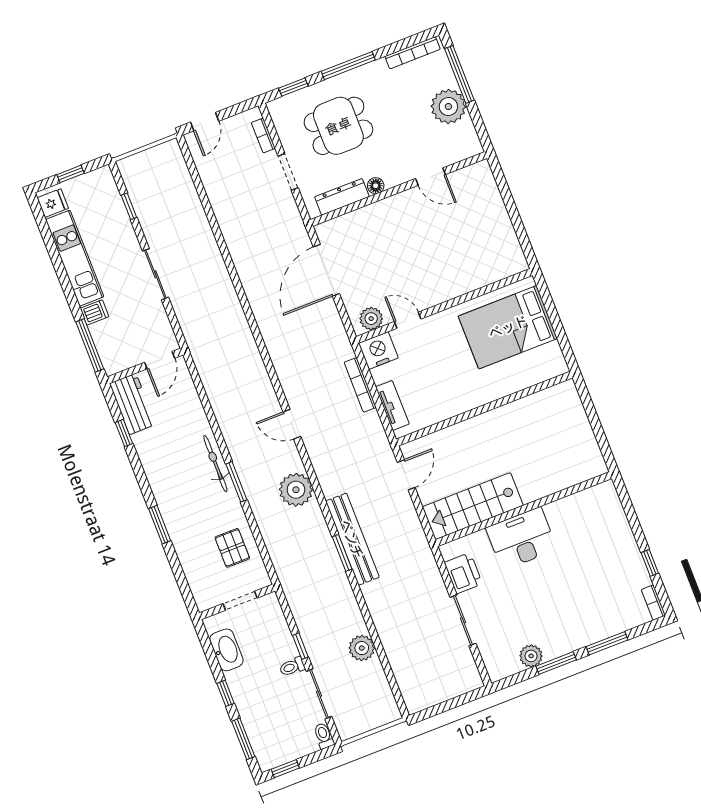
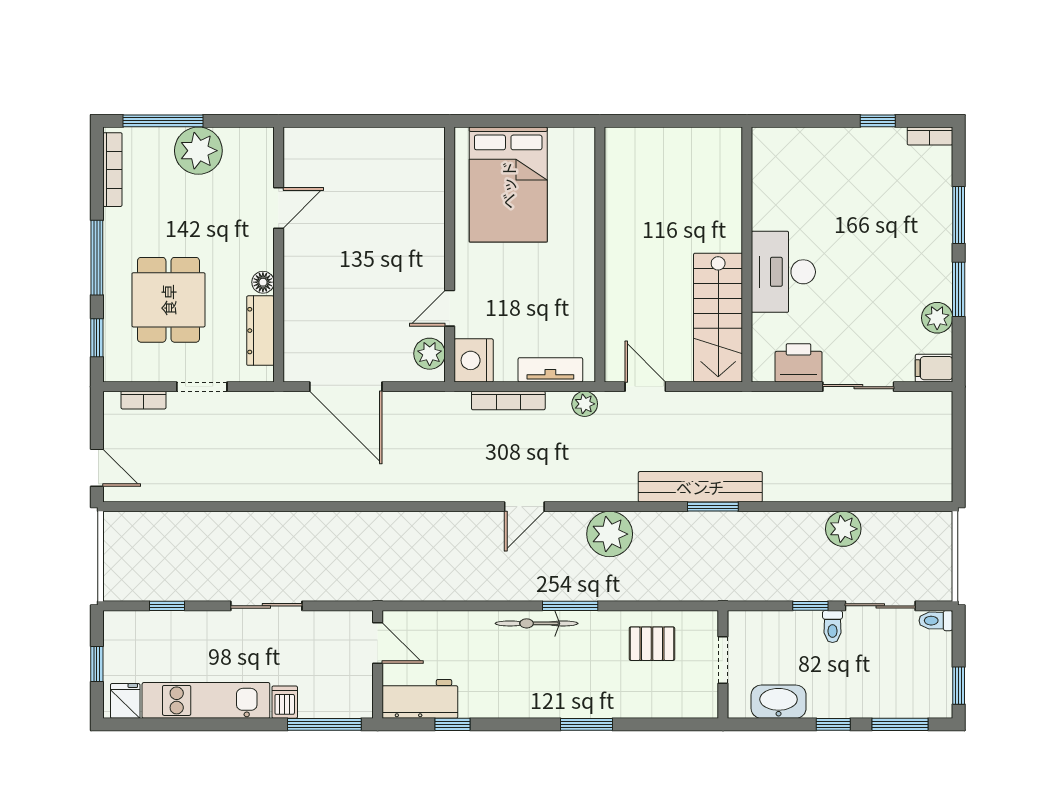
plant: (378, 438) -> (585, 404), added
filing cabinet: (496, 667) -> (934, 368), added

